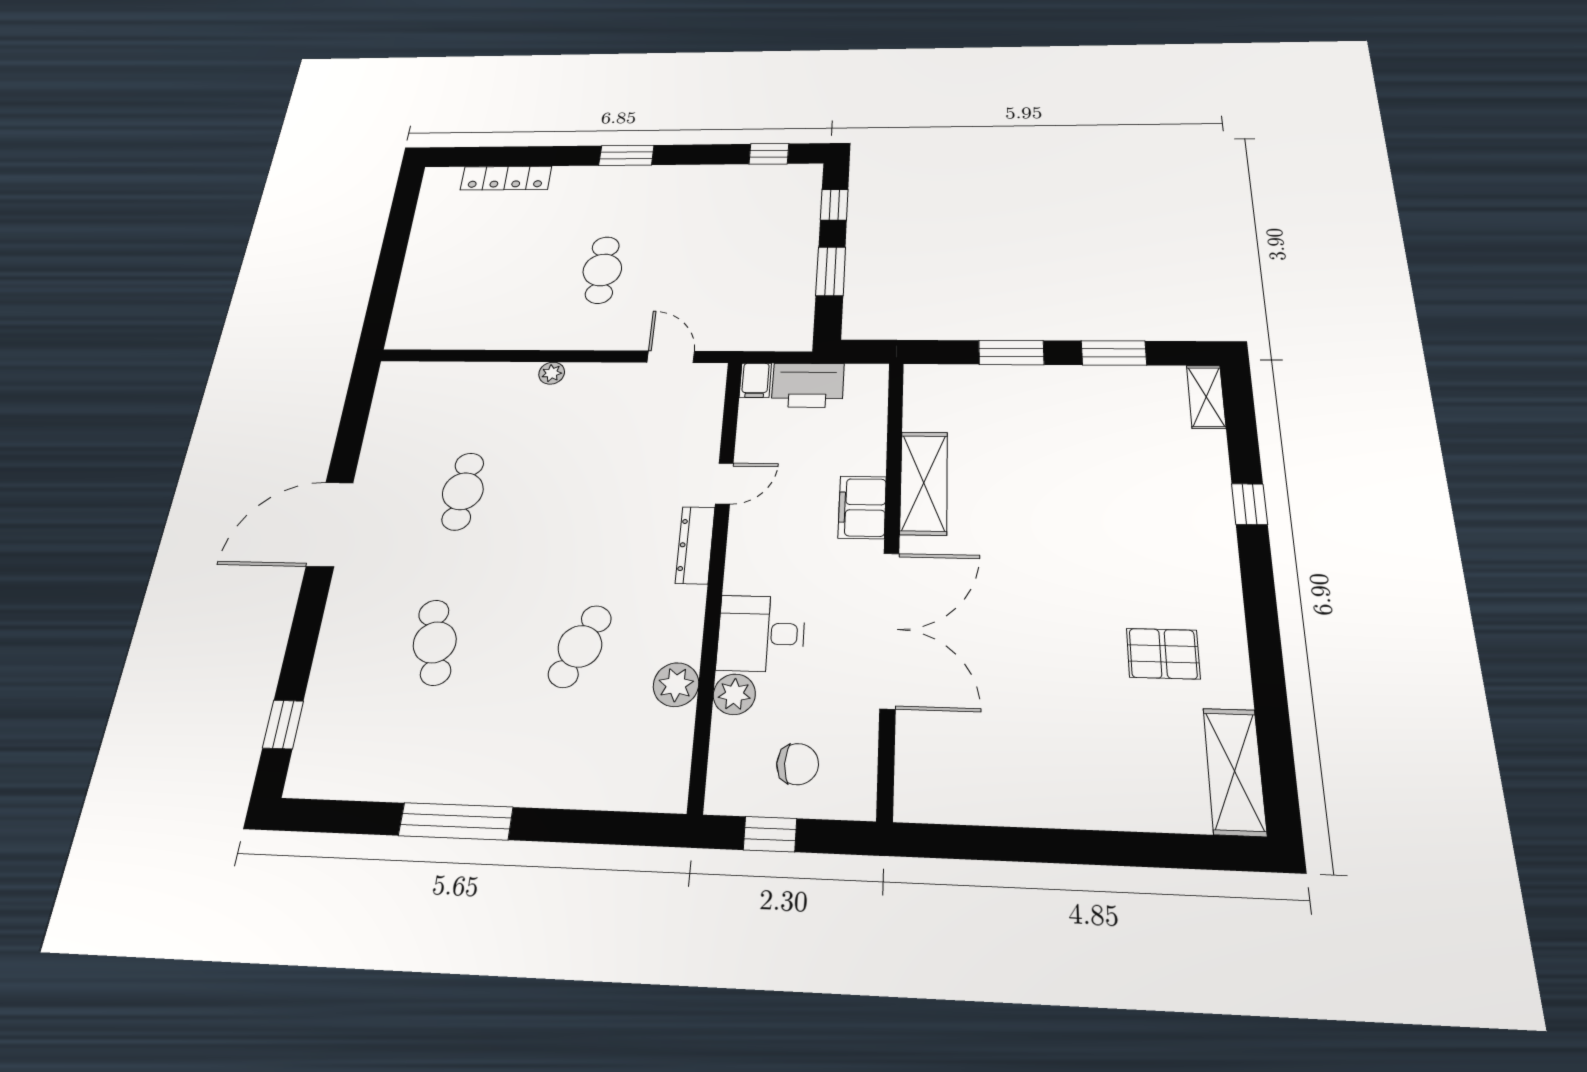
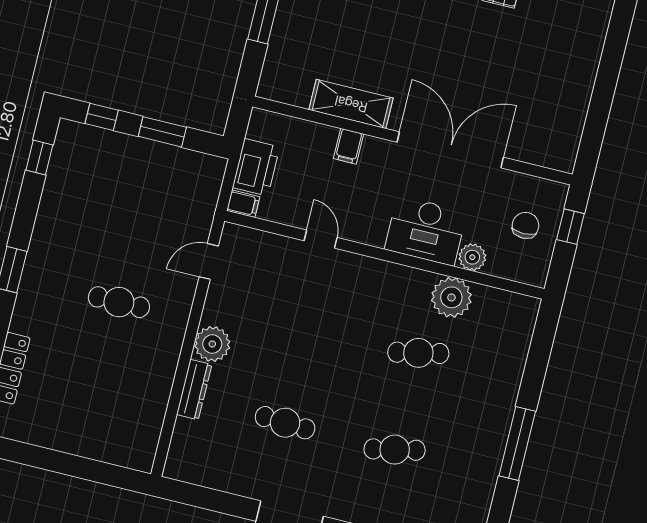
plant: (552, 373) -> (212, 344), width x1.88, depth x1.88
filing cabinet: (862, 507) -> (348, 146), width x0.50
dresser: (695, 545) -> (194, 390), moved, turned -90
desk: (761, 634) -> (426, 231), width x1.37
cafe table: (580, 646) -> (418, 353), turned -36
plant: (676, 685) -> (451, 297), width x1.36, depth x1.36
window: (770, 834) -> (570, 227), moved

